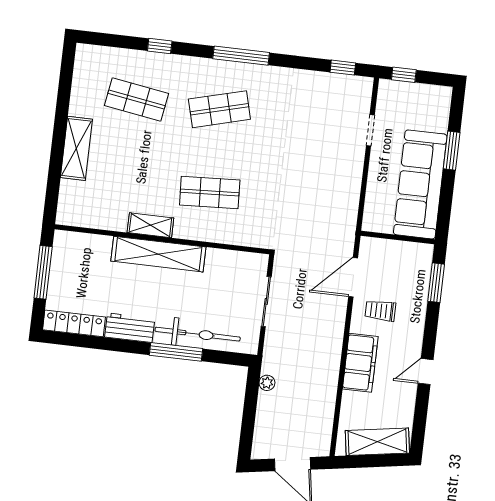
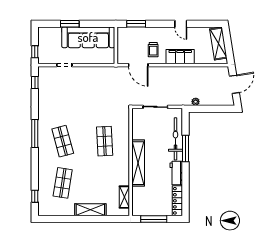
window: (160, 46) -> (35, 196), moved
shelving: (150, 225) -> (124, 197), moved

